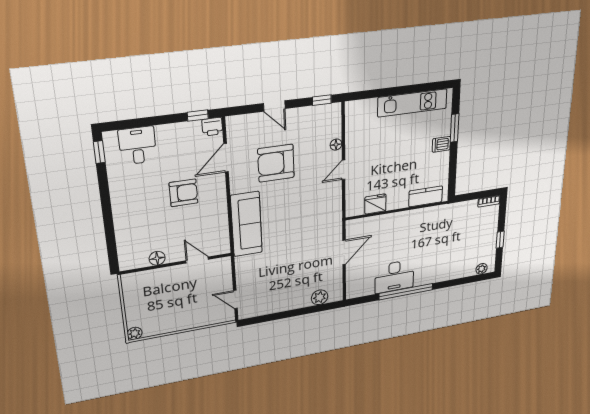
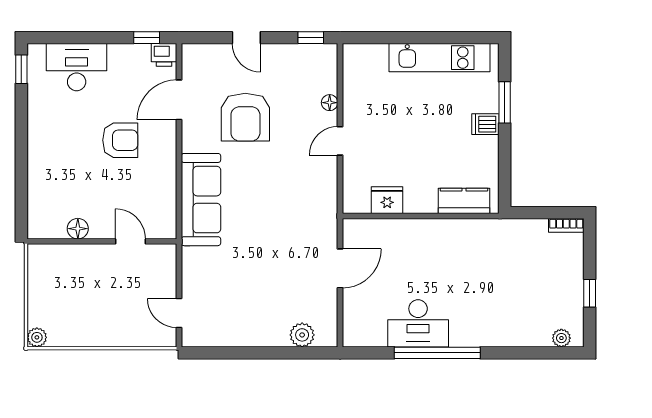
desk: (137, 146) -> (77, 67), width x1.37
armchair: (276, 163) -> (245, 117), turned -90

